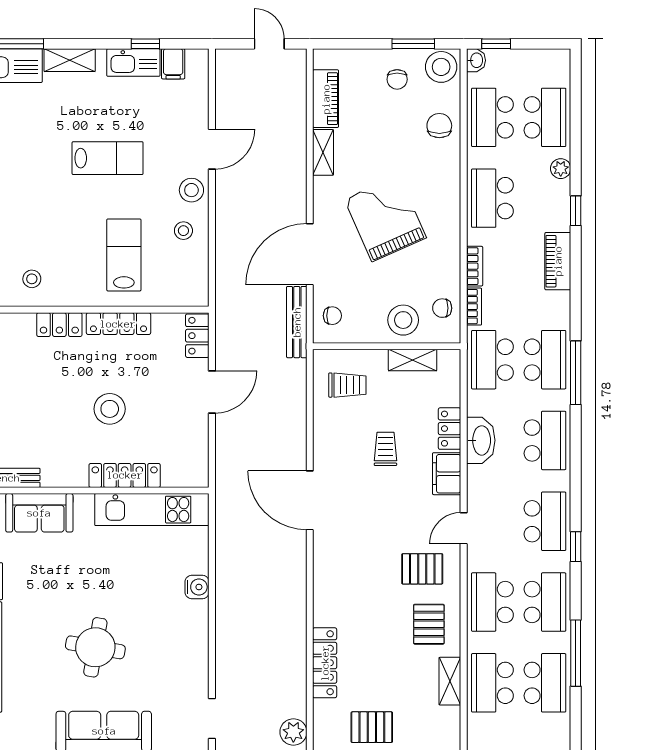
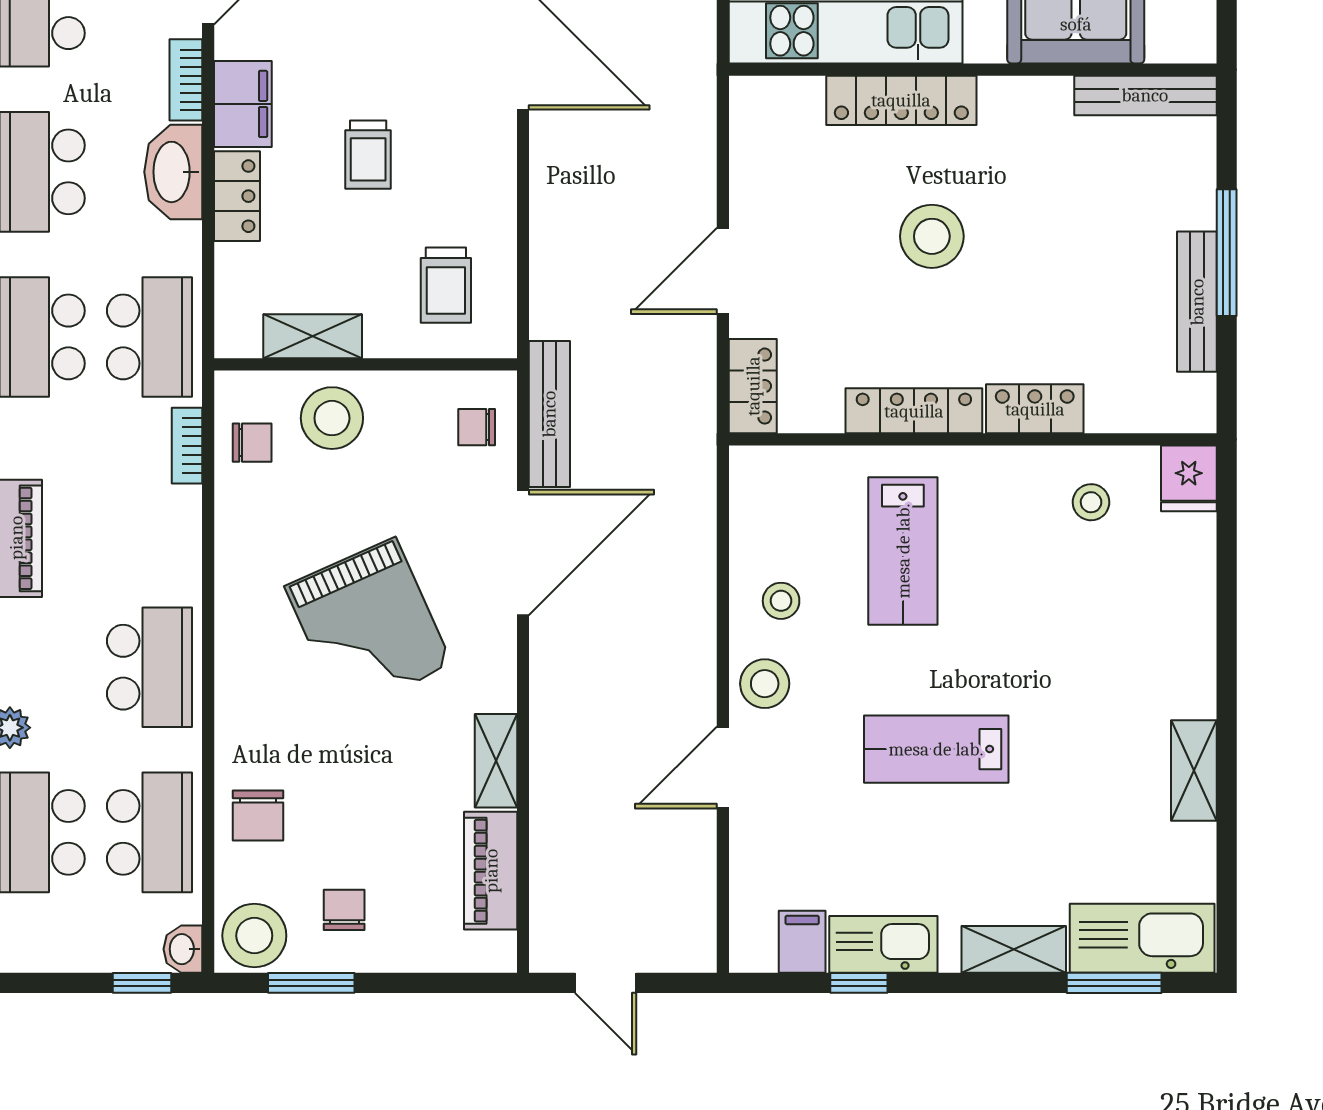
bookcase: (475, 266) -> (186, 80), moved
trolley: (347, 385) -> (446, 285), turned -90

